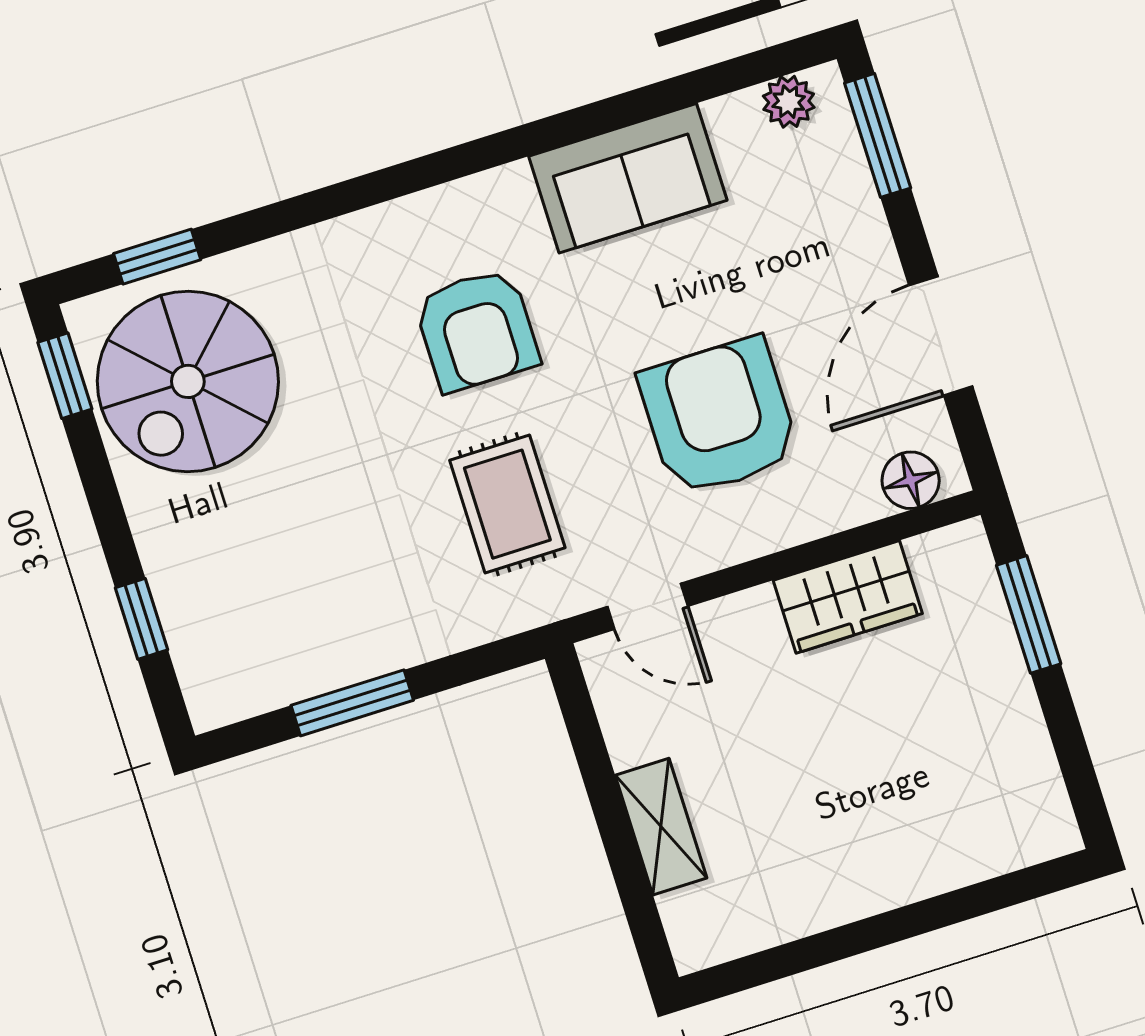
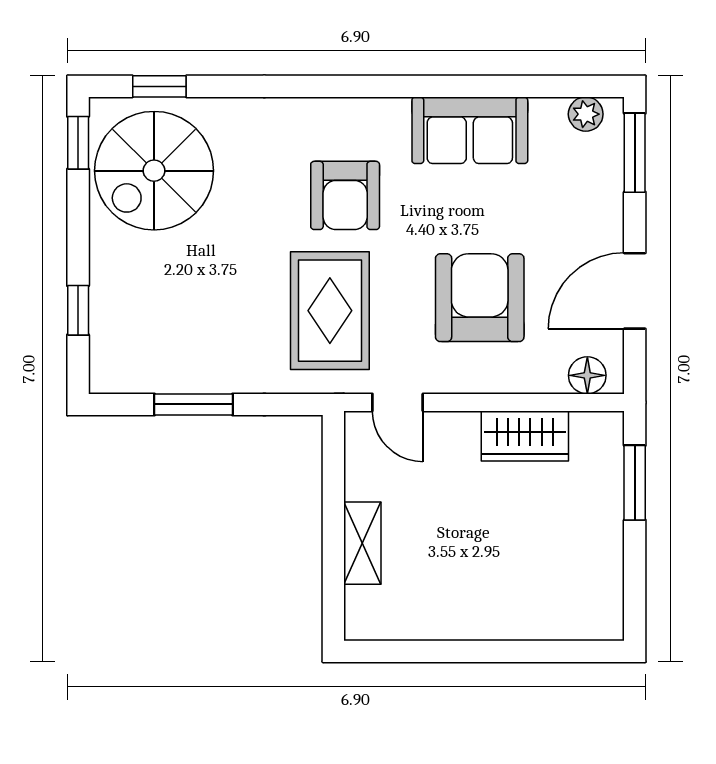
rug: (507, 504) -> (330, 311), width x1.36, depth x1.43

